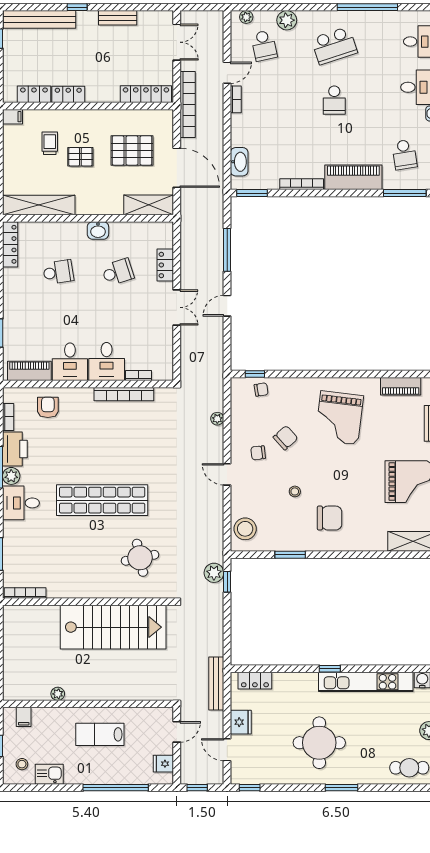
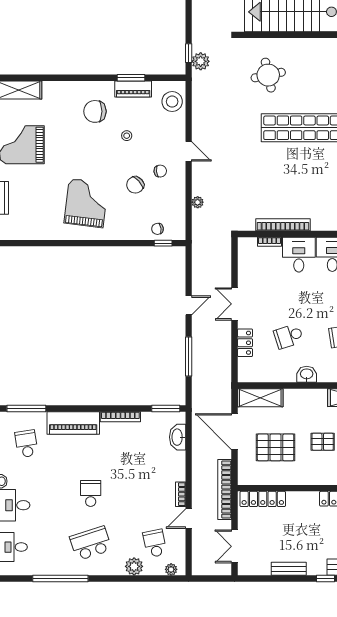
piano: (401, 386) -> (133, 89), moved, turned 180

